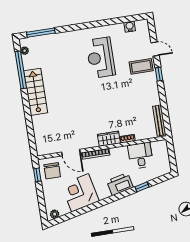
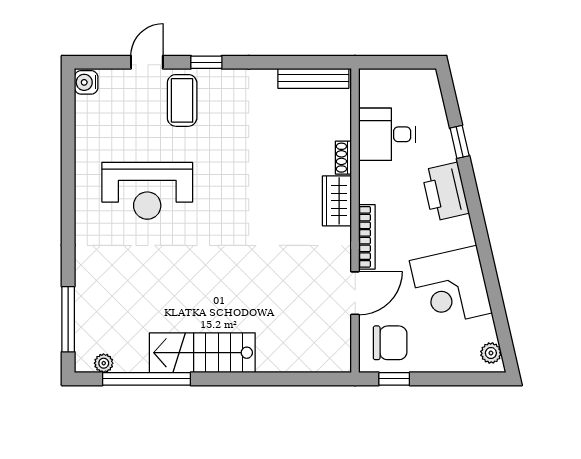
water cooler: (130, 27) -> (86, 82), moved

